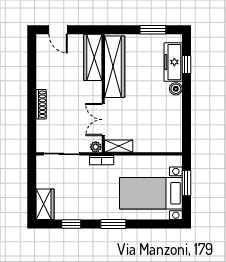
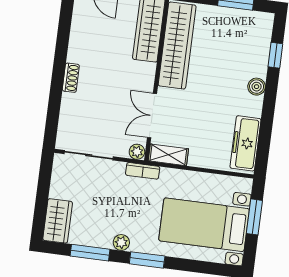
freezer: (173, 62) -> (245, 143), moved
shoe rack: (41, 104) -> (71, 78), width x0.70
plant: (93, 214) -> (121, 242), added
window: (71, 224) -> (90, 253), width x1.50

